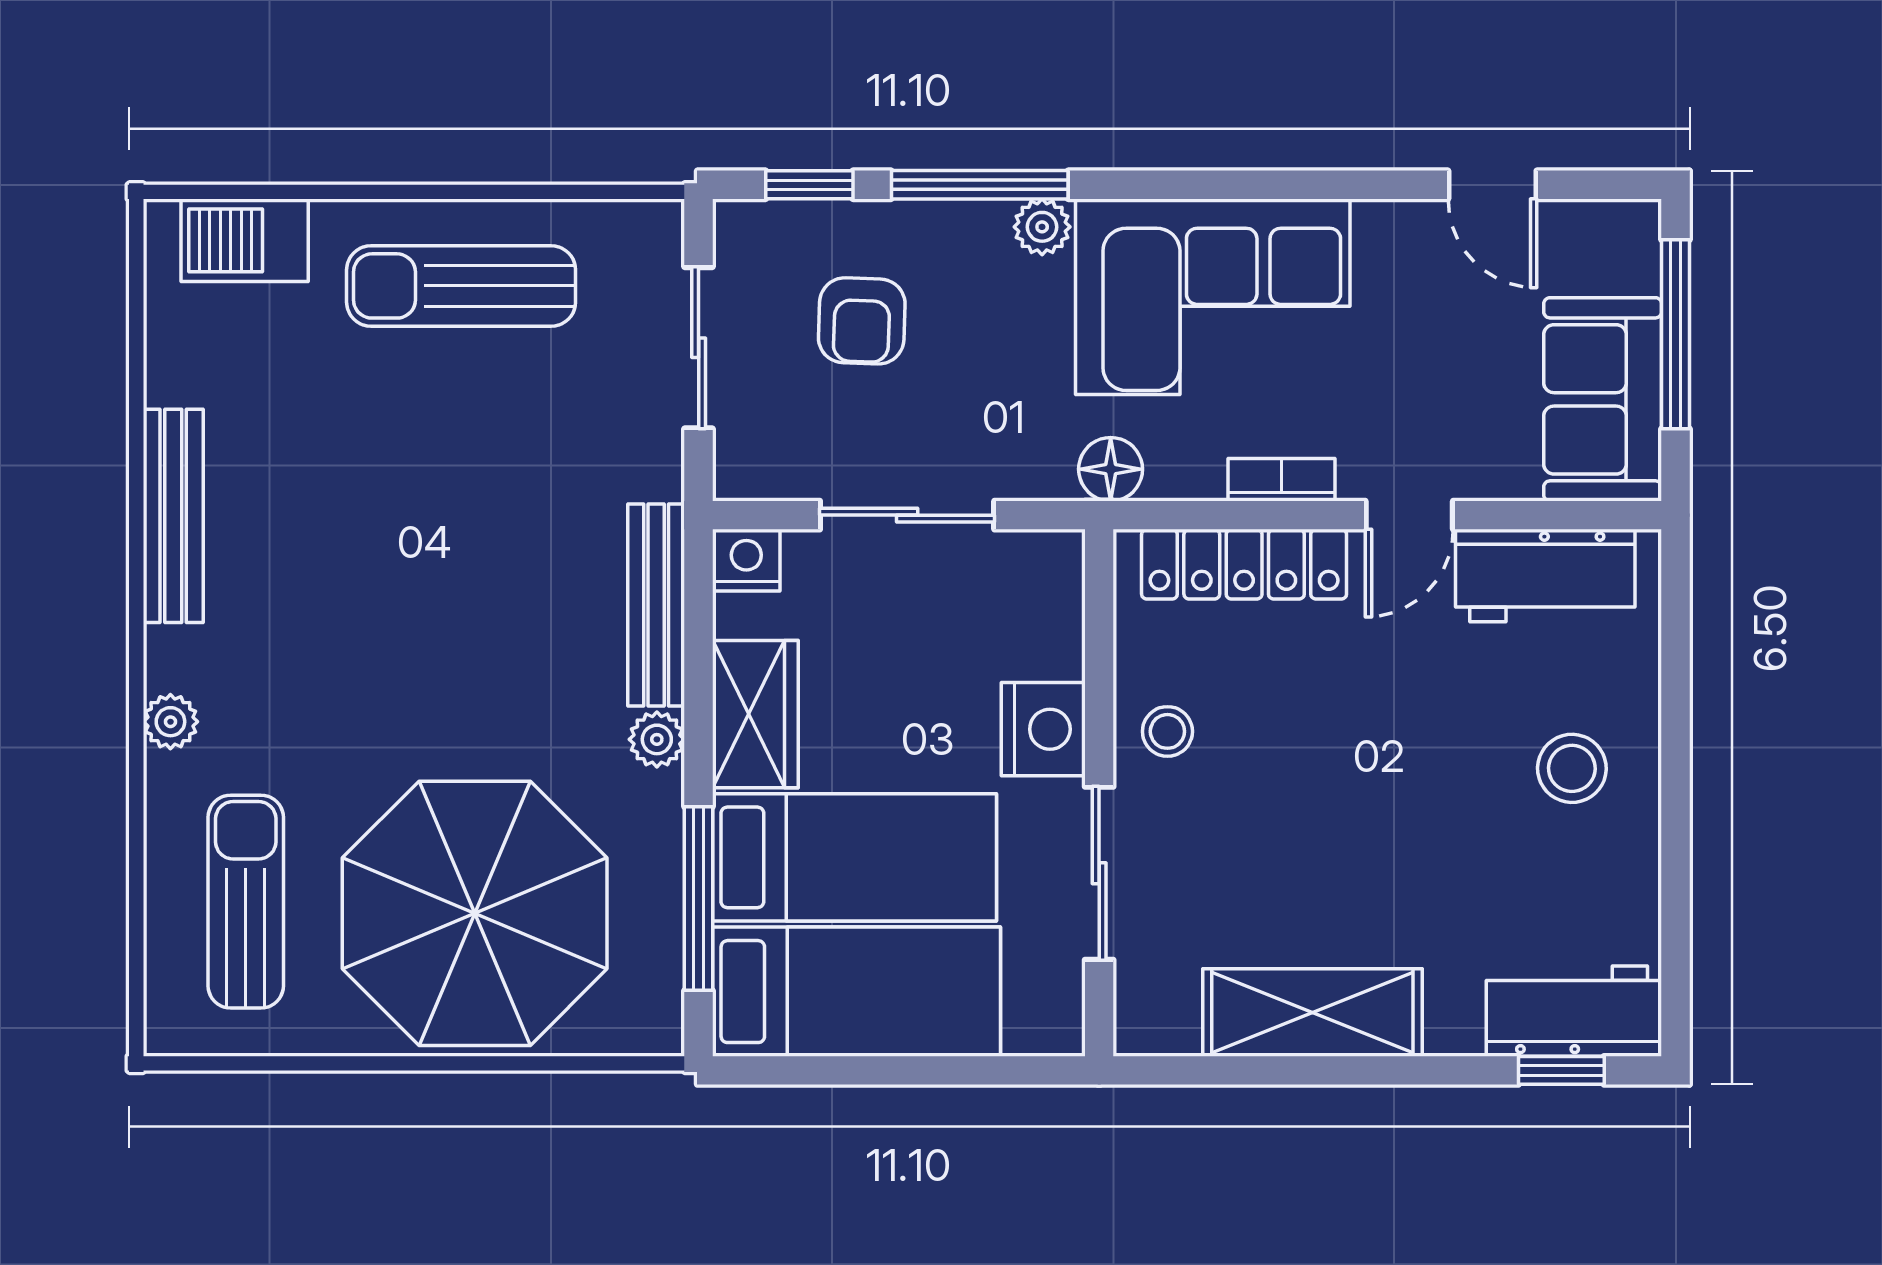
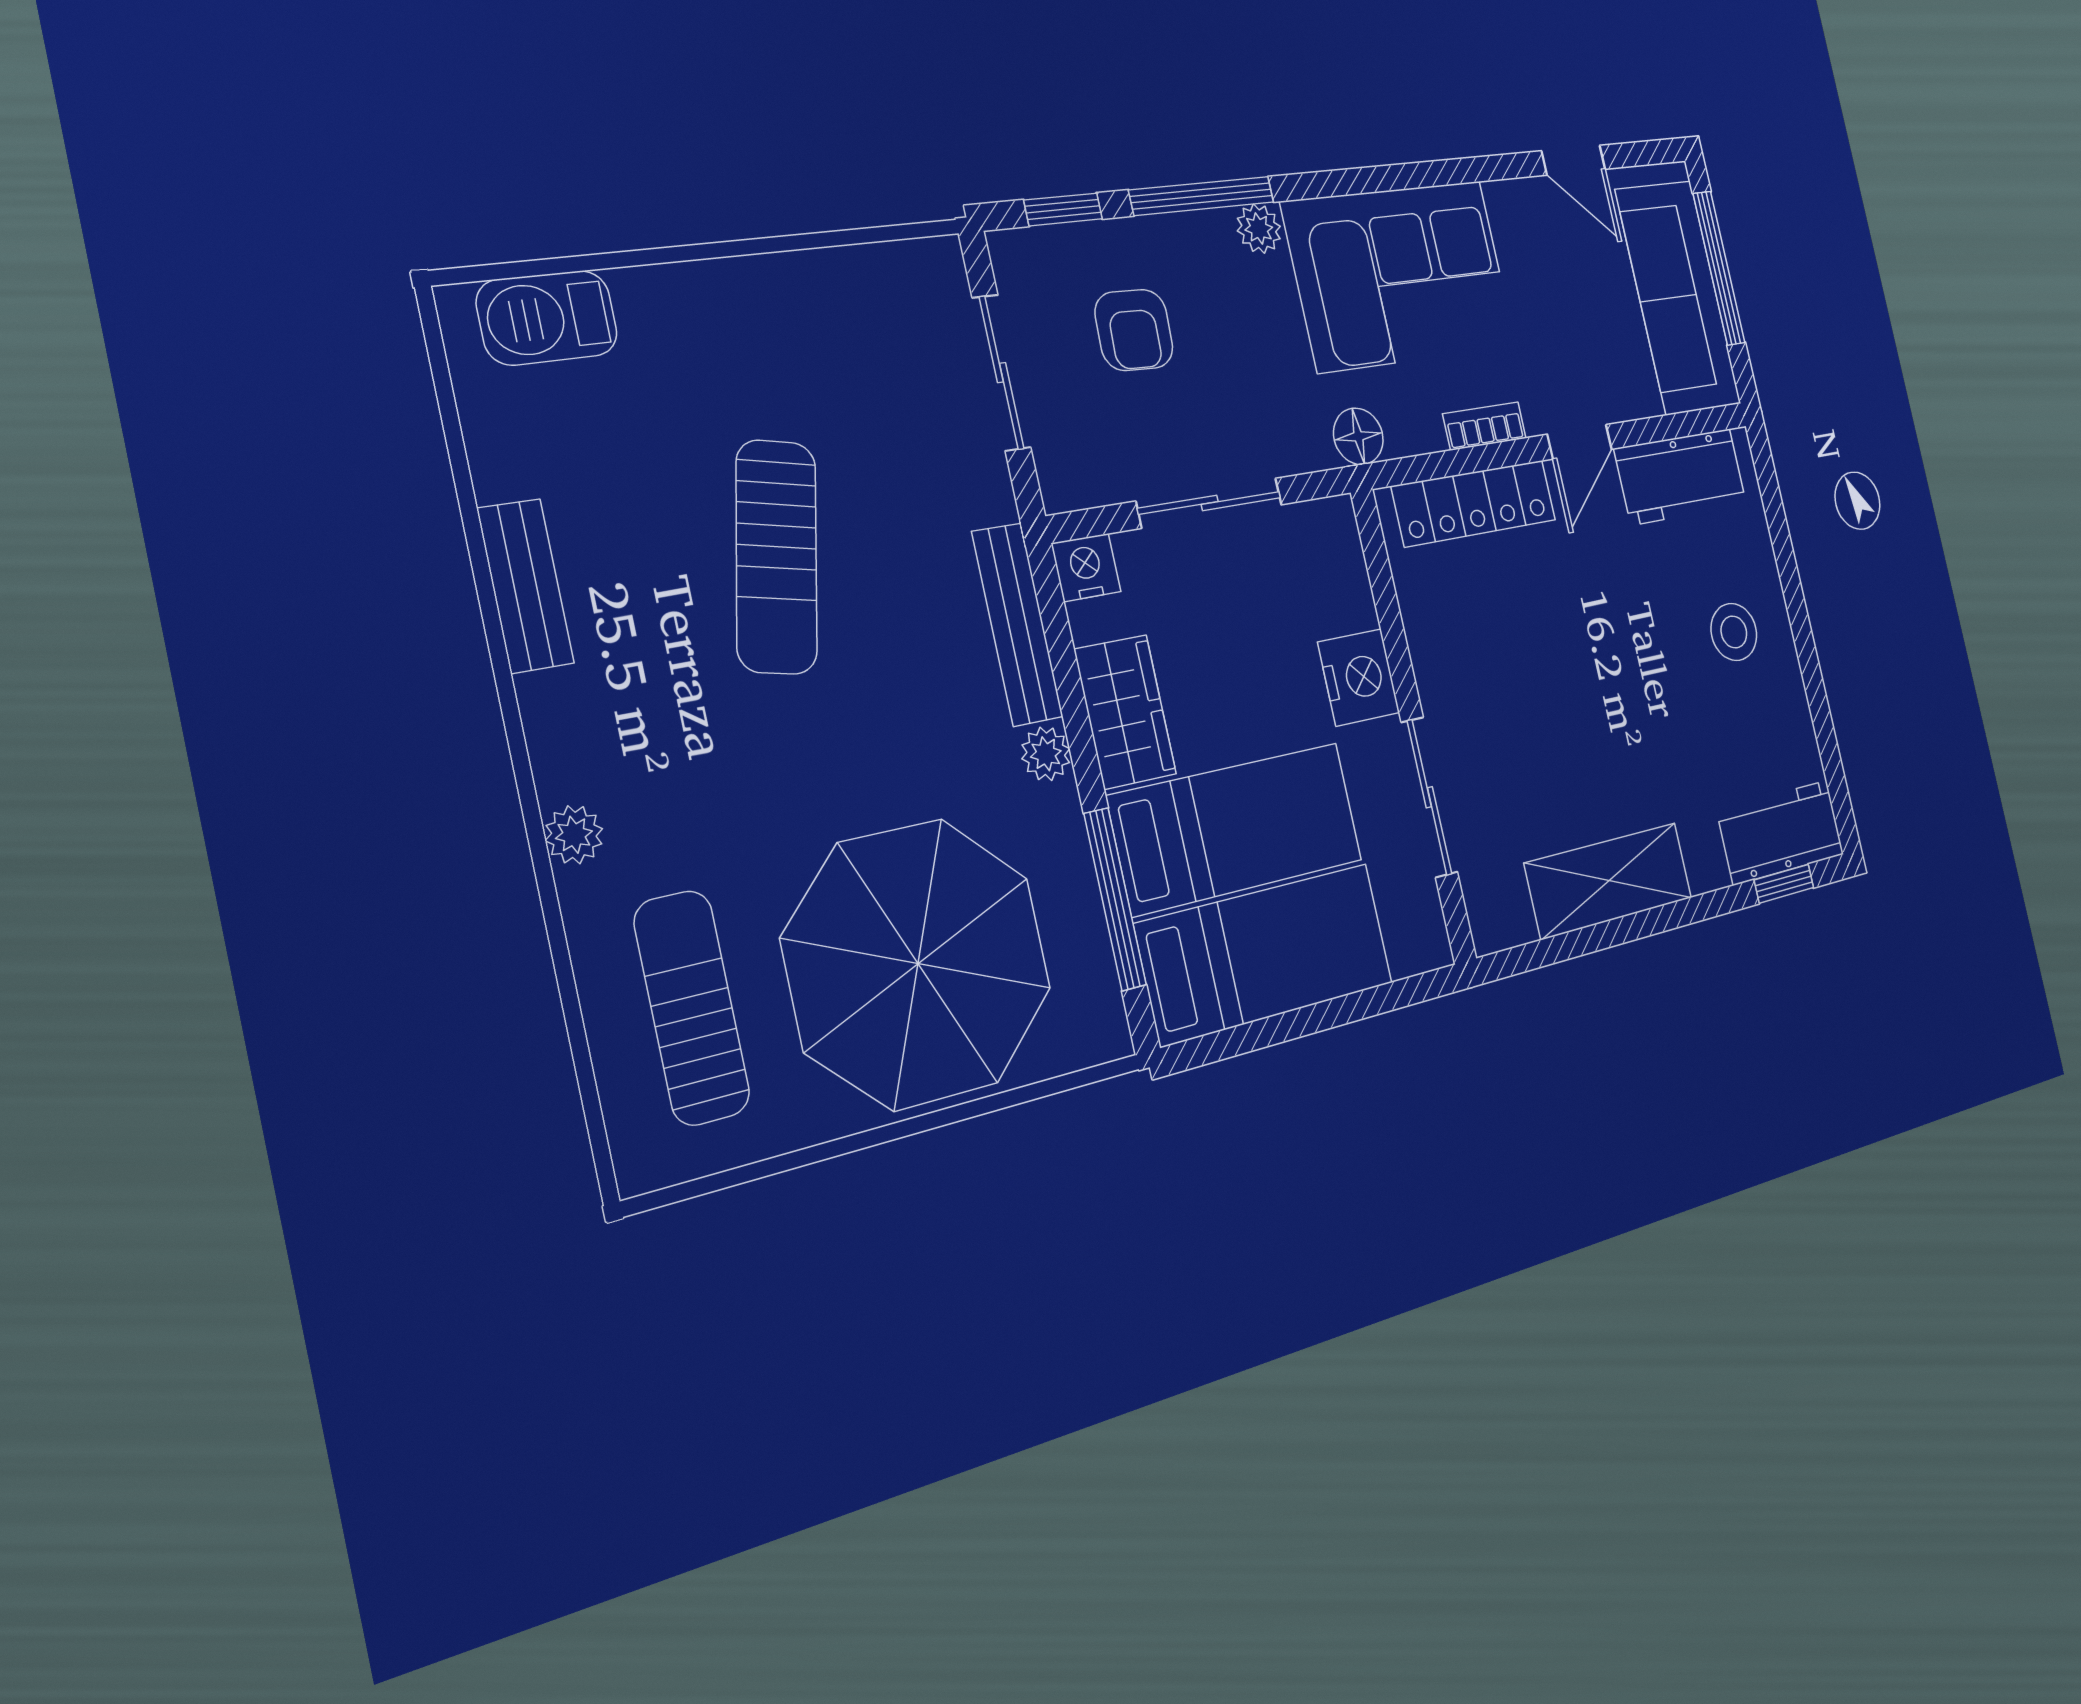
sun lounger: (461, 286) -> (777, 557), moved, turned -78
sofa: (1603, 399) -> (1678, 297), width x1.36
bench: (173, 516) -> (525, 586), width x0.73
stool: (1167, 731) -> (1452, 660), removed

